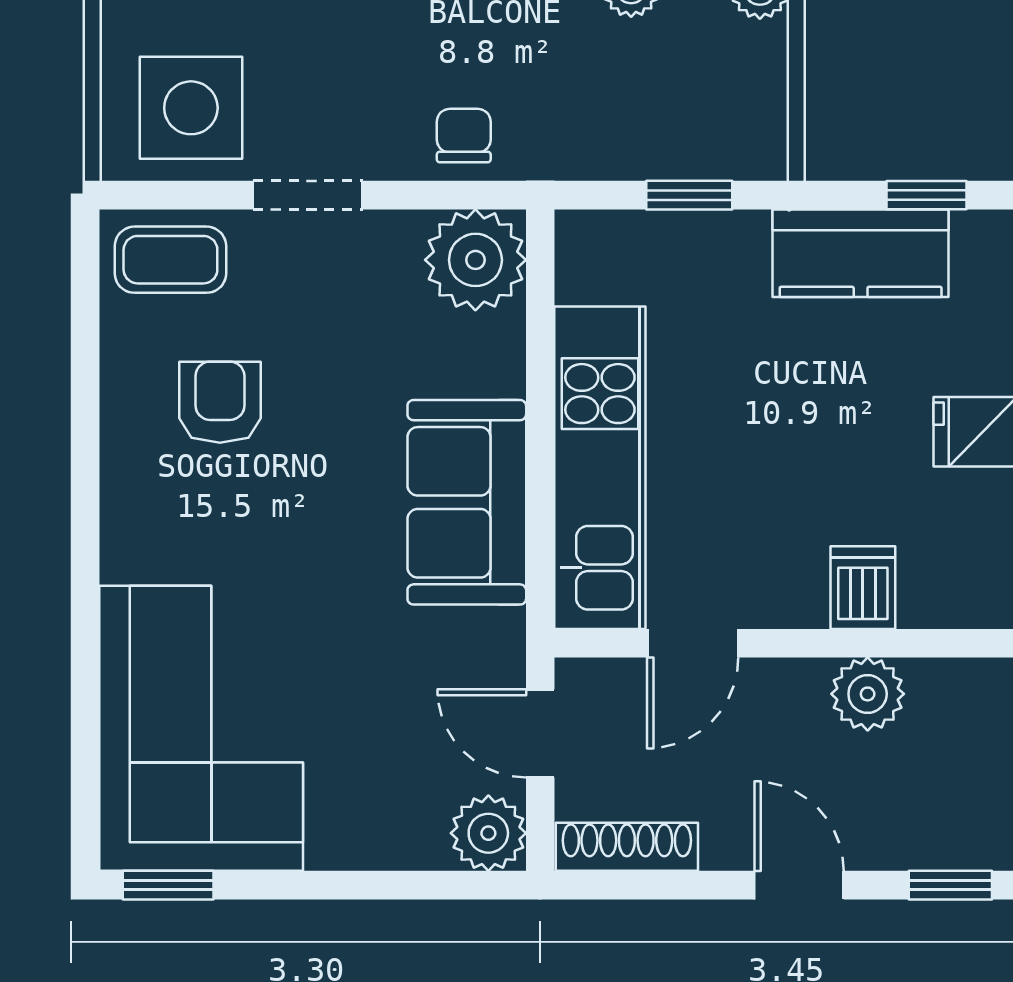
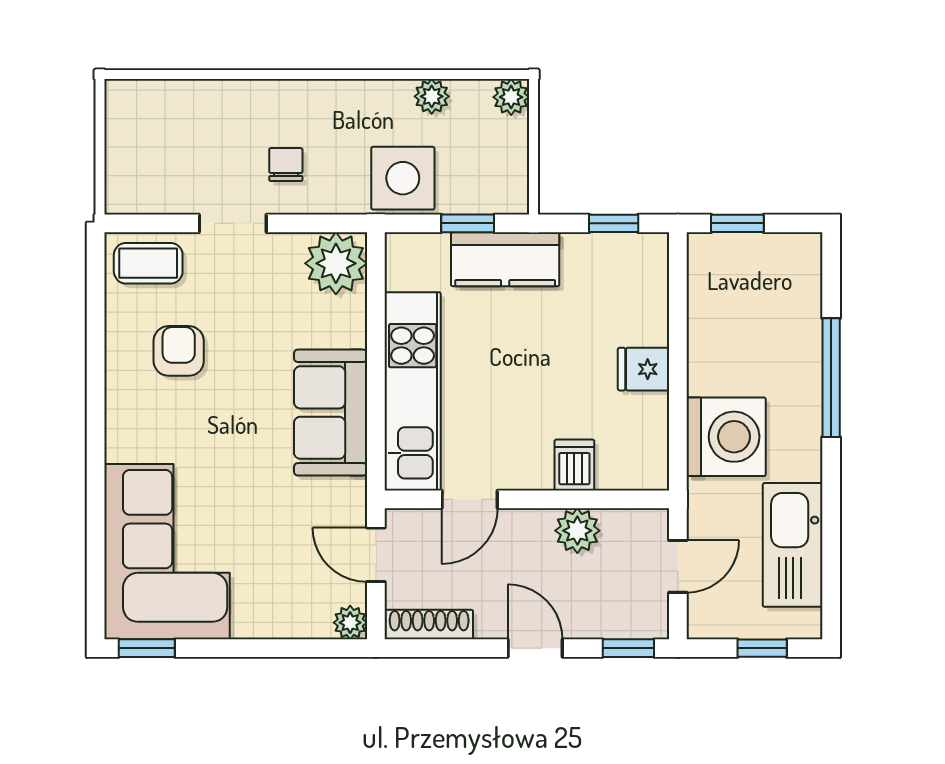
side table: (191, 108) -> (403, 178), moved
chair: (464, 135) -> (286, 165), moved
kitchen counter: (861, 253) -> (505, 259), moved
plant: (488, 833) -> (350, 623), width x0.73, depth x0.73

